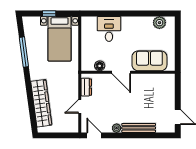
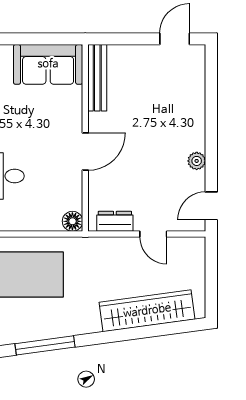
sofa: (149, 61) -> (48, 64), moved, turned -90
floor lamp: (100, 66) -> (72, 221), moved
bench: (139, 128) -> (97, 78), moved

